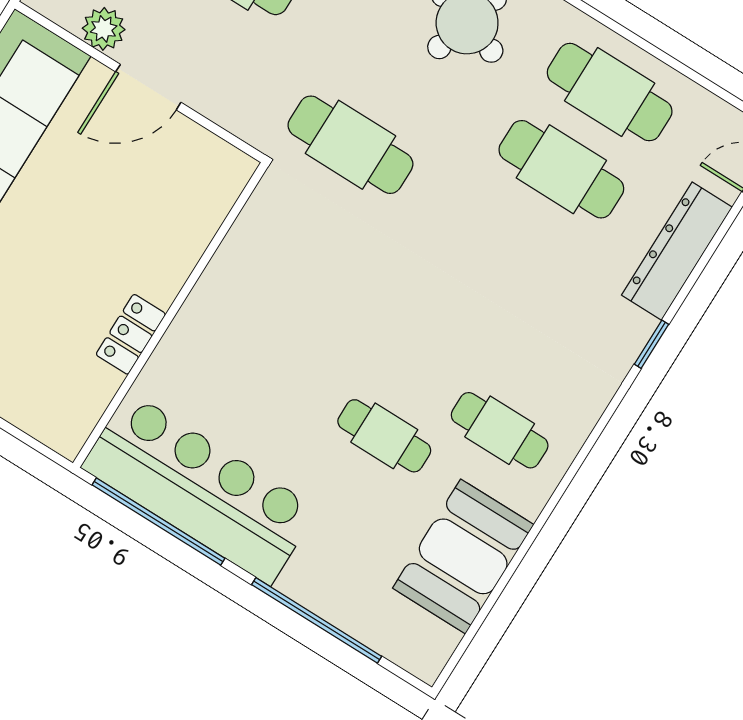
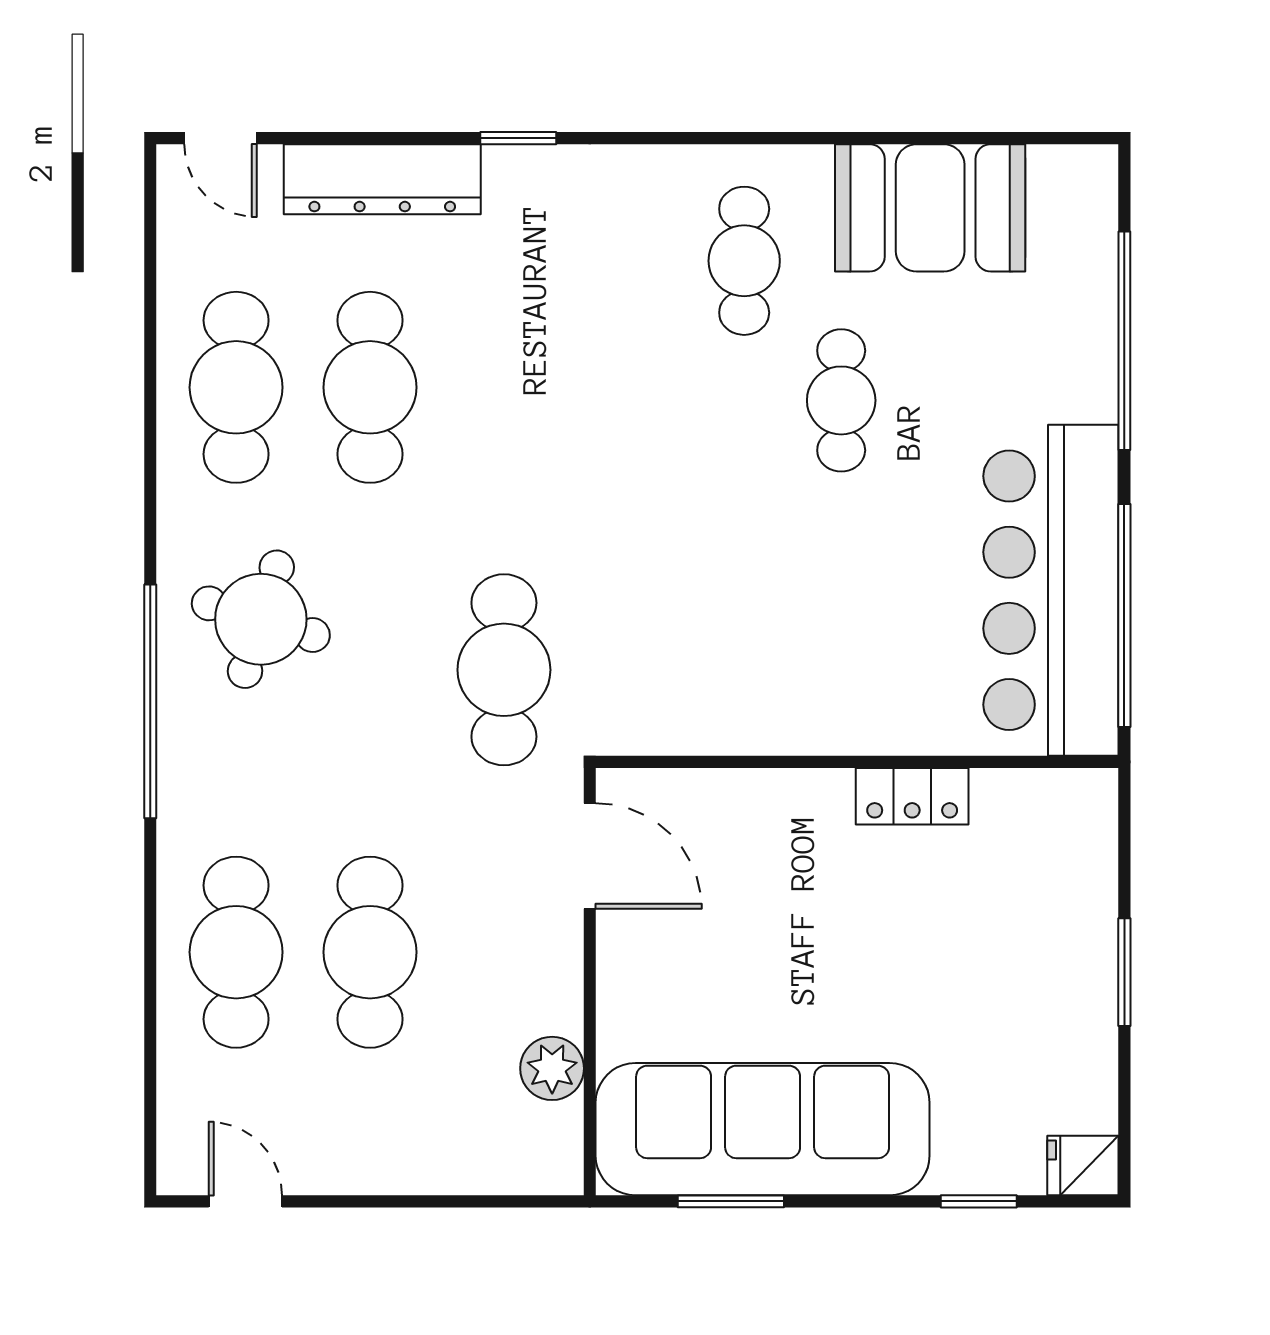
door: (148, 87) -> (590, 856), moved

